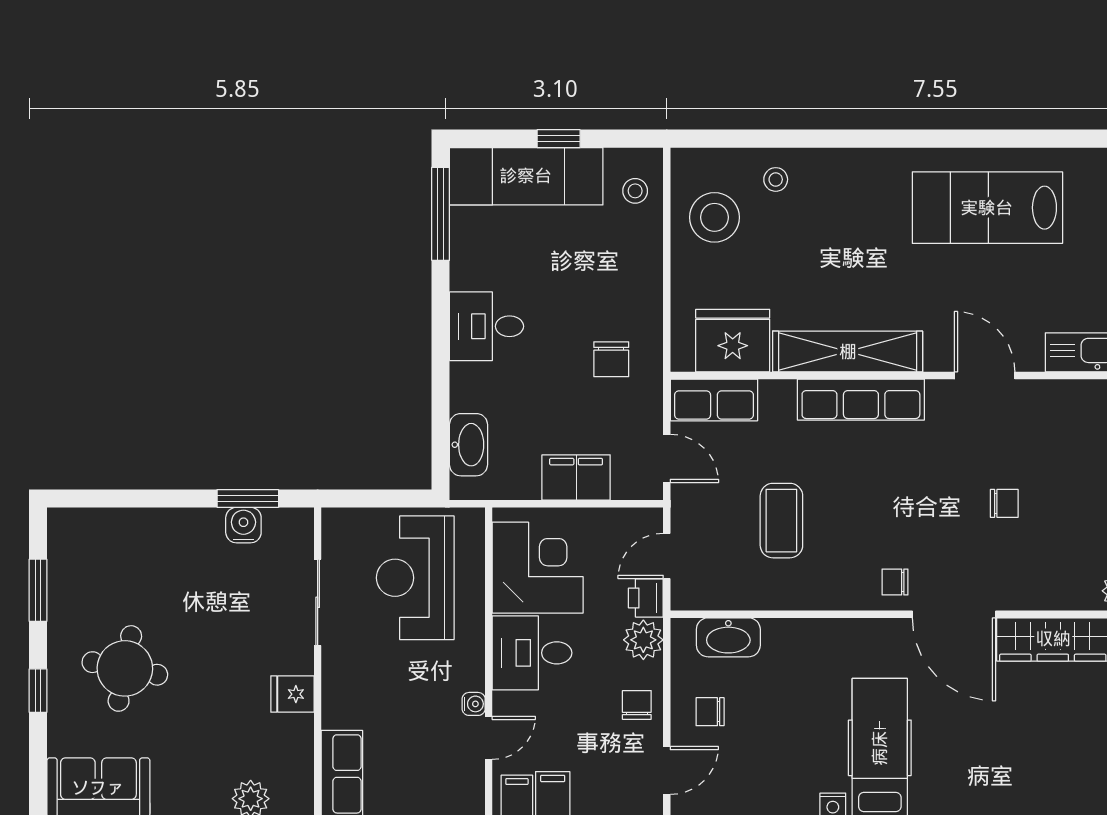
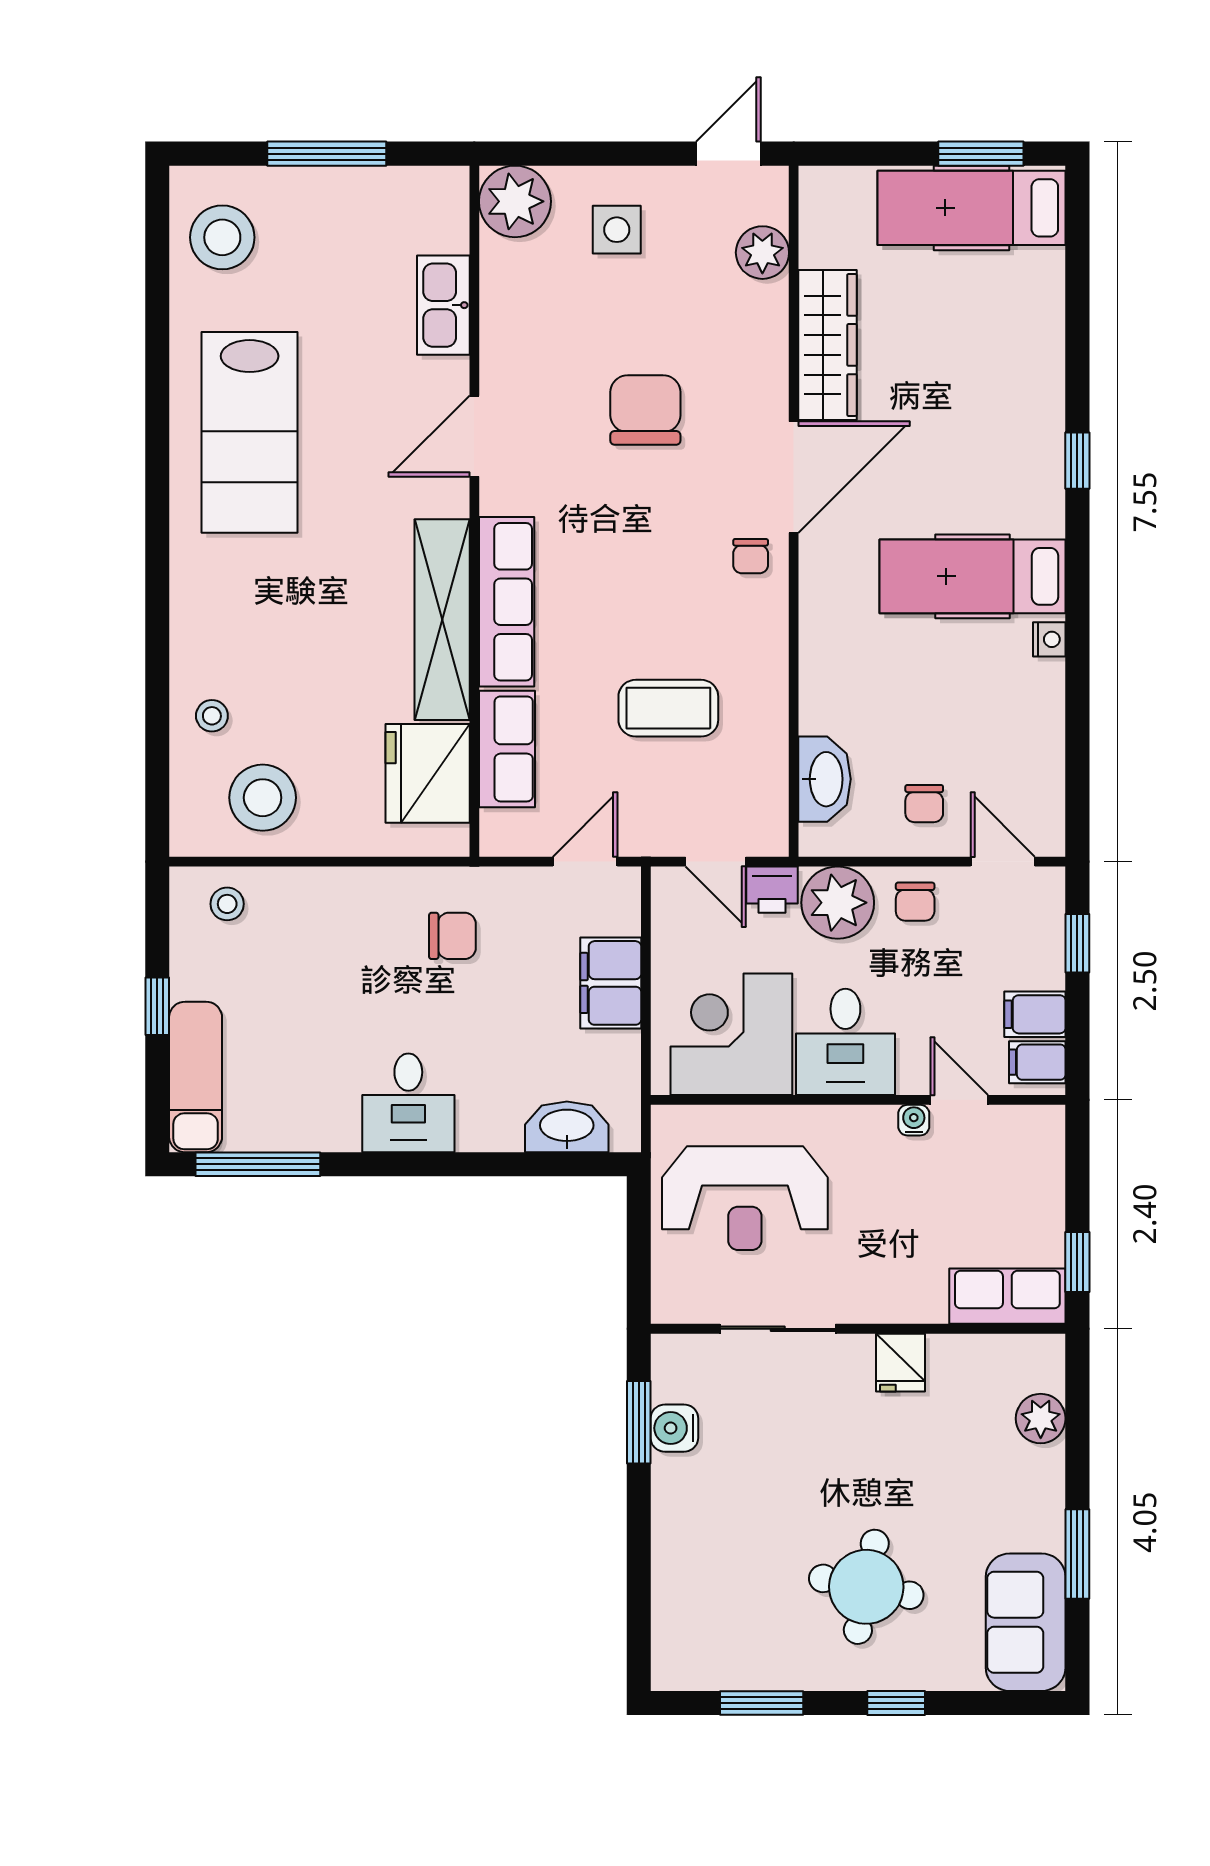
exam couch: (526, 176) -> (196, 1077), width x0.73, depth x0.69
row of seats: (714, 400) -> (507, 749), moved
chair: (1004, 503) -> (645, 410), width x1.87, depth x1.87
plant: (643, 640) -> (838, 903), width x1.36, depth x1.36
chair: (637, 705) -> (915, 902), turned -90

